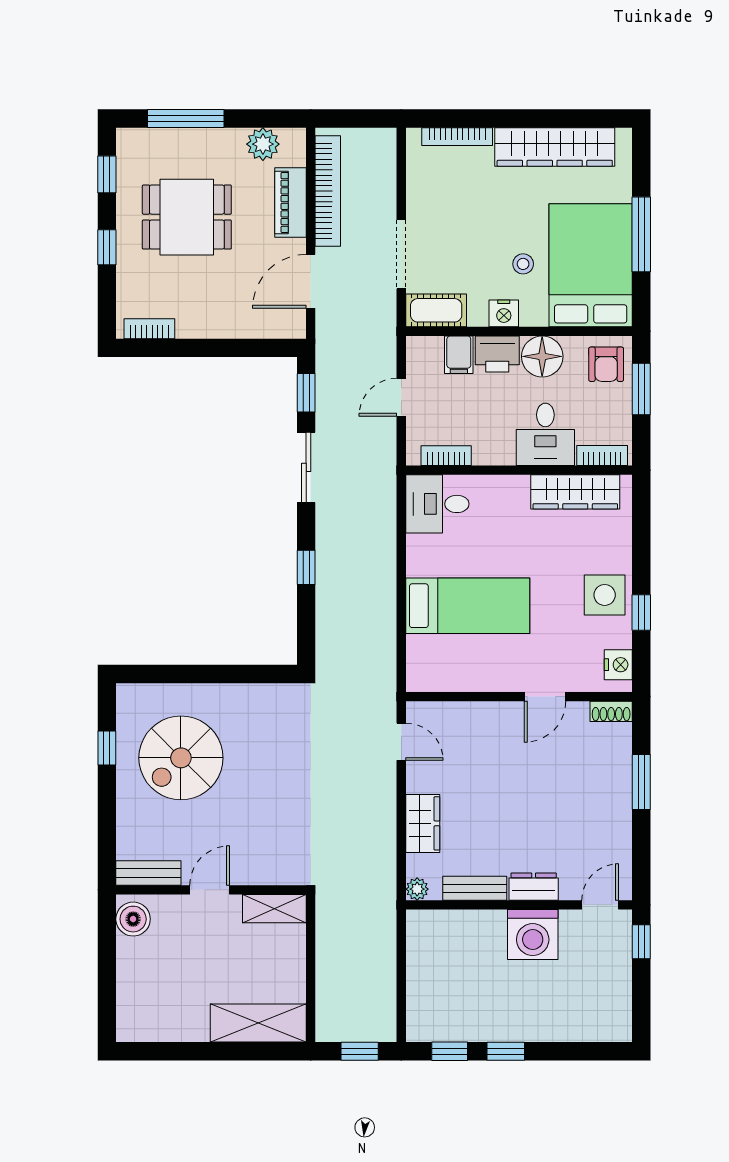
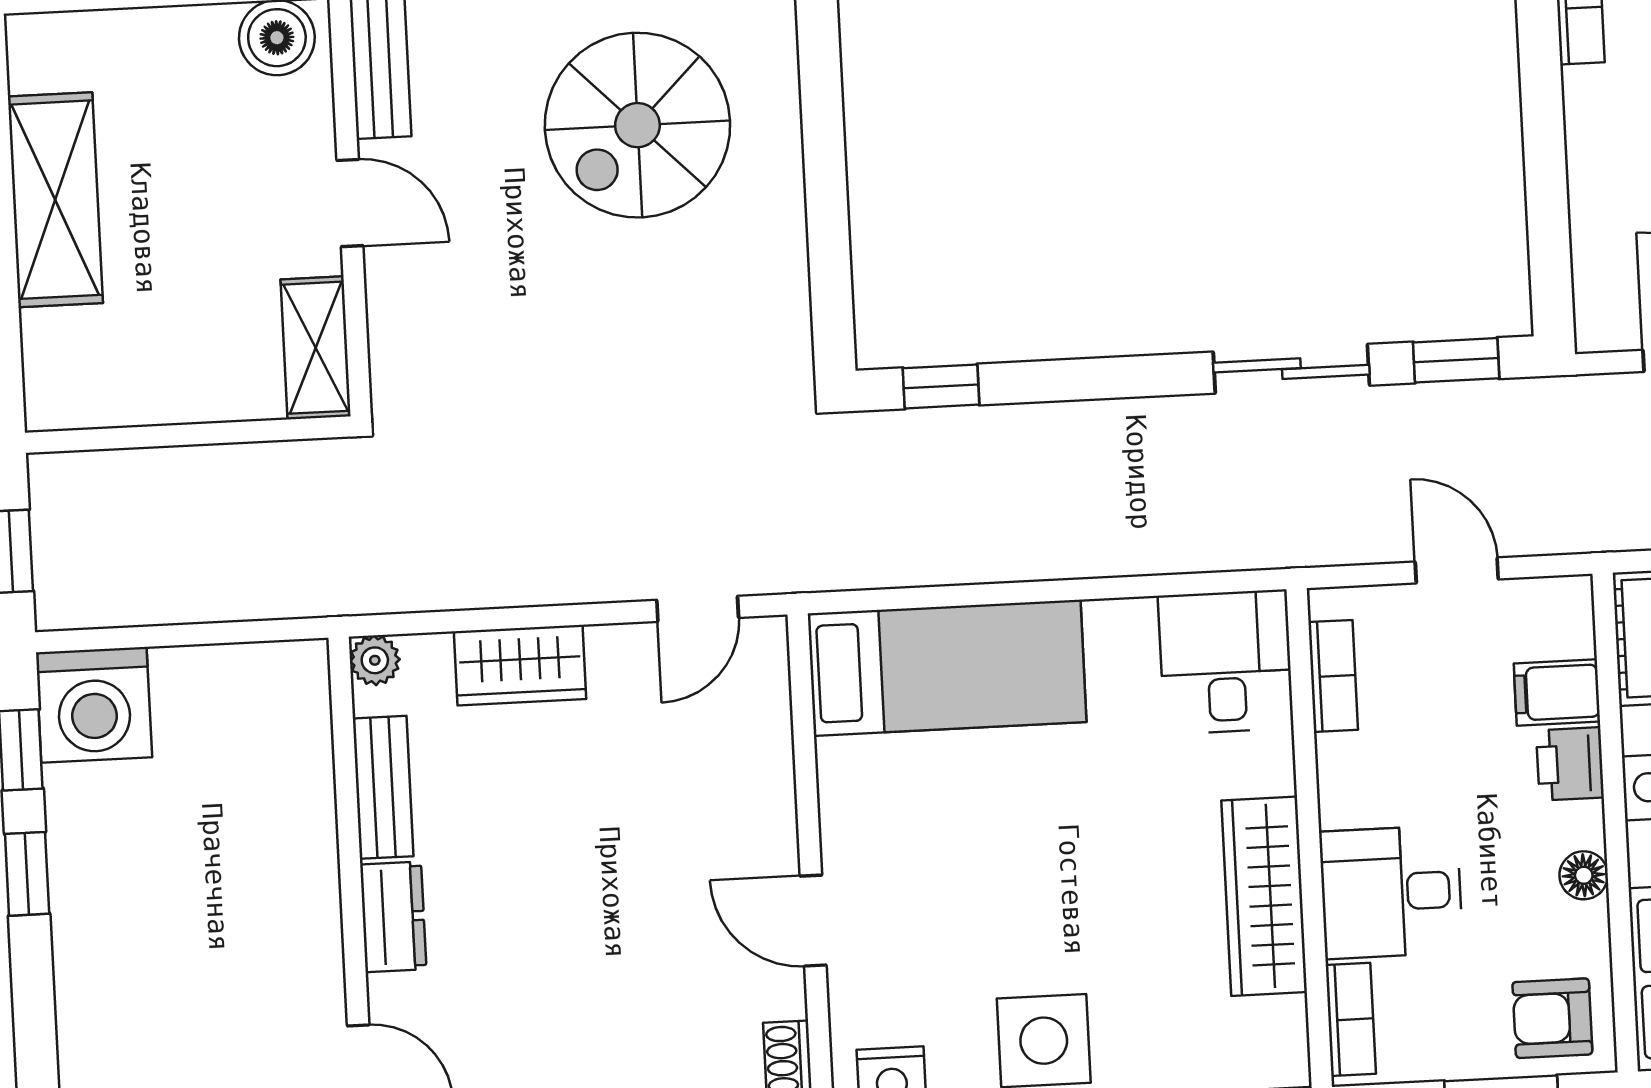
printer: (497, 354) -> (1570, 764), width x0.73, depth x0.81
floor lamp: (542, 356) -> (1584, 875), width x0.53, depth x0.53
wardrobe: (575, 492) -> (1264, 896), moved
window: (306, 567) -> (941, 386), moved
bed: (468, 606) -> (947, 668), moved, turned -90
spiral stairs: (181, 758) -> (637, 125), turned -90
washing machine: (533, 935) -> (94, 705), moved, turned -90
shelving: (258, 1023) -> (55, 200), moved

